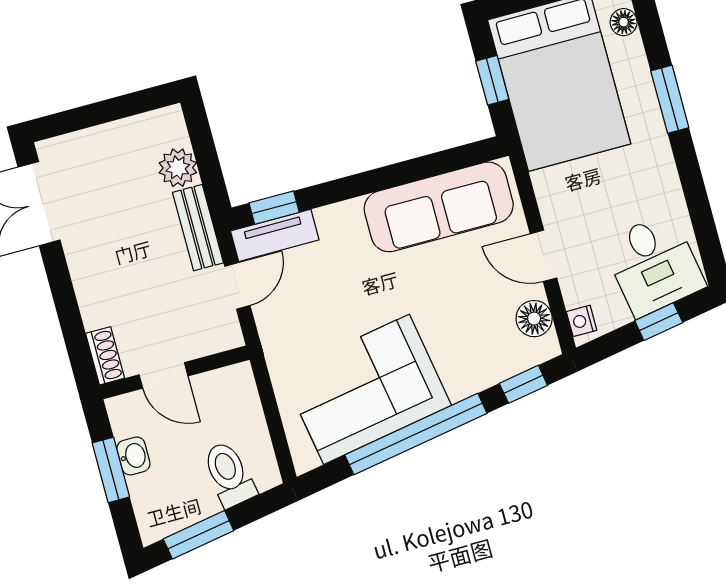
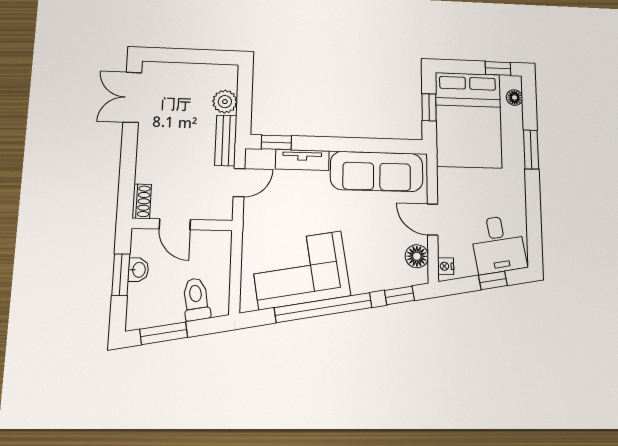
tv unit: (275, 235) -> (302, 160), moved

